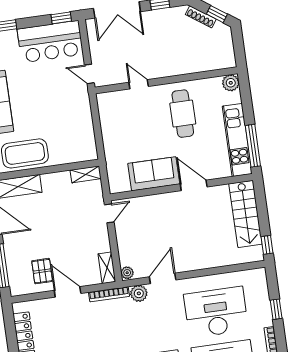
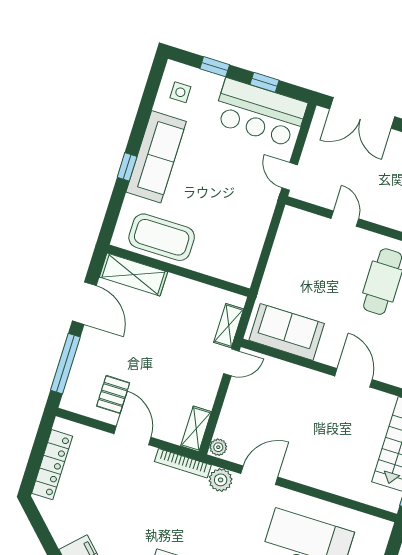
window: (61, 18) -> (265, 82), moved
shelving: (86, 174) -> (229, 326), moved, turned 90
sofa: (154, 174) -> (287, 332), moved

